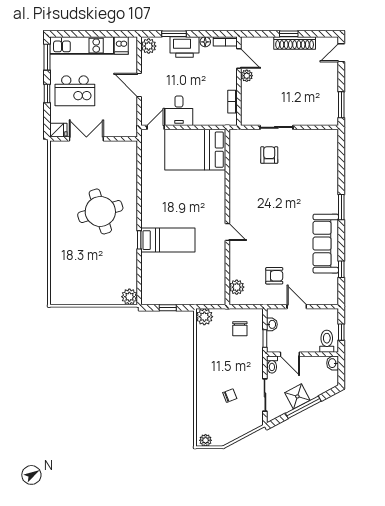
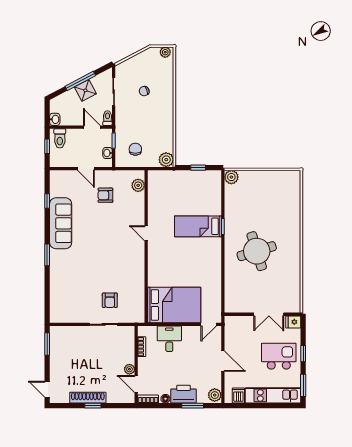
door: (341, 53) -> (47, 389), swing flipped
desk: (179, 111) -> (169, 339), moved

